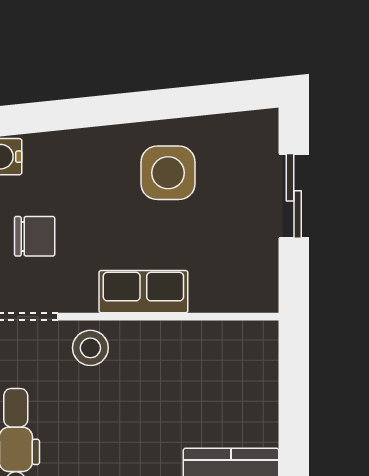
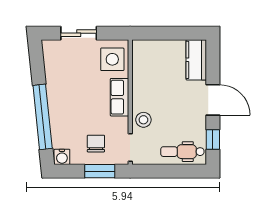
window: (97, 111) -> (43, 117), added
side table: (168, 173) -> (112, 59), moved

